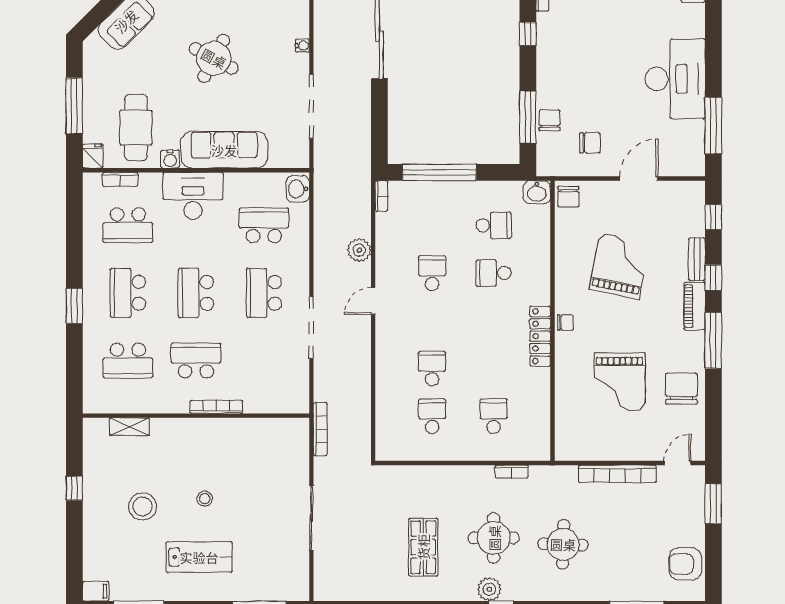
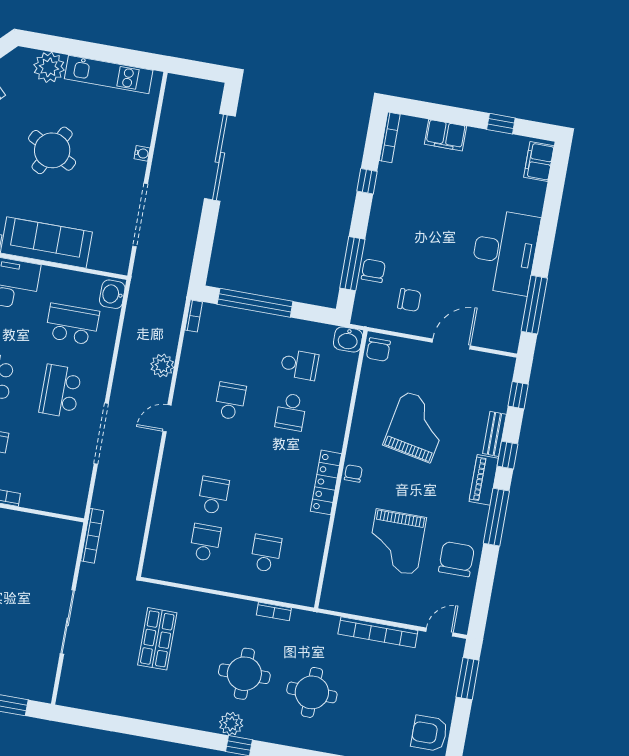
school desk: (494, 273) -> (291, 412), turned -90
chair: (565, 323) -> (353, 473), turned -90
shop shelf: (423, 547) -> (157, 639), moved

